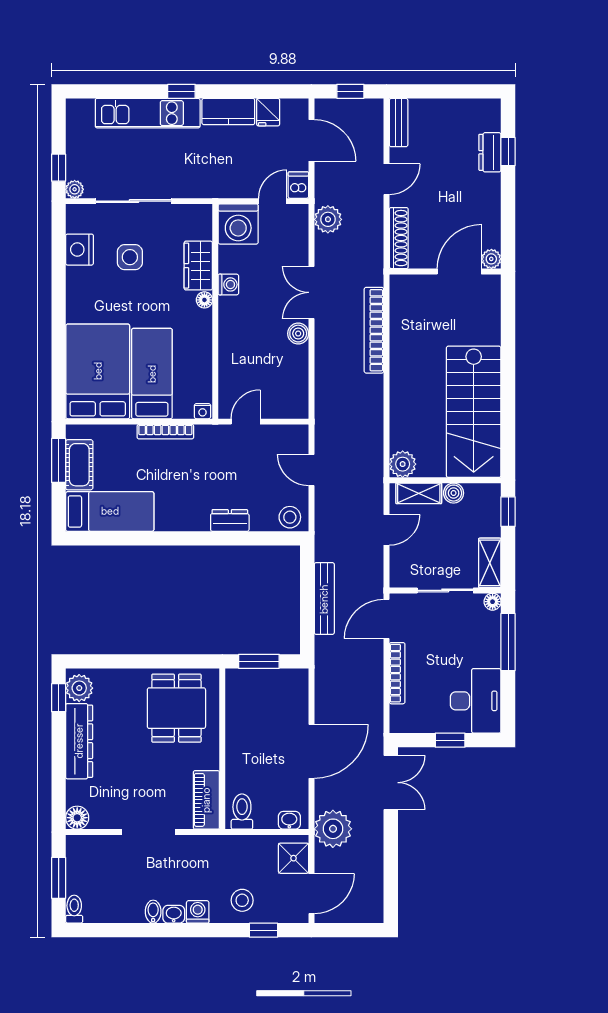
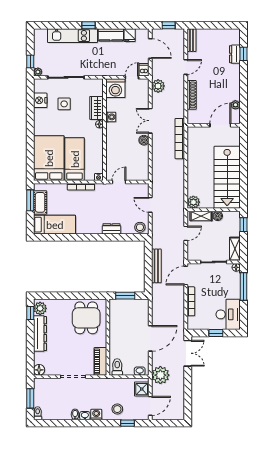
wall: (445, 271) -> (214, 125), moved
door: (459, 271) -> (220, 125), moved

